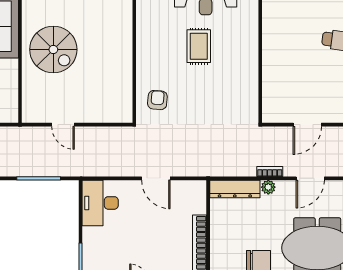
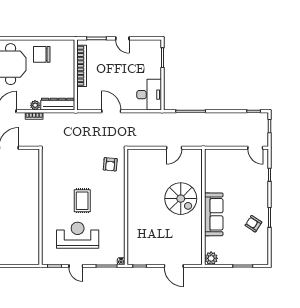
spiral stairs: (53, 50) -> (181, 199), turned 180
door: (63, 125) -> (174, 148), swing flipped

